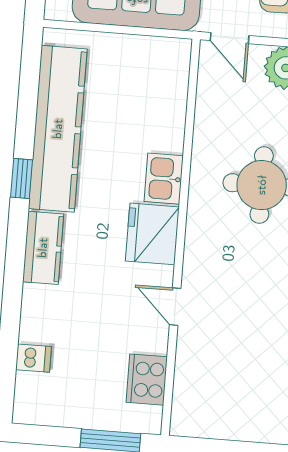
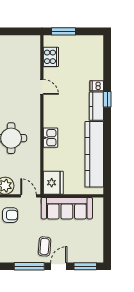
window: (22, 178) -> (107, 99), moved
fridge: (152, 234) -> (53, 183), moved
dishwasher: (34, 358) -> (97, 86), moved

